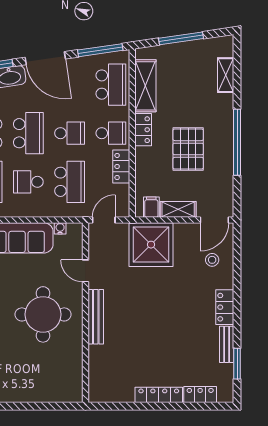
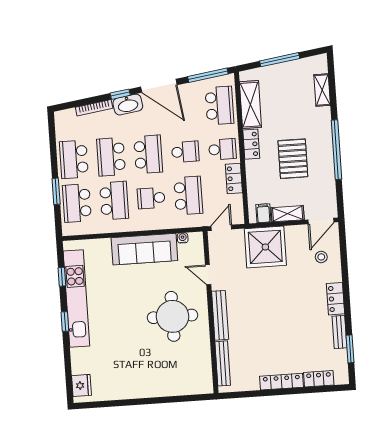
bench: (95, 370) -> (223, 363), added

